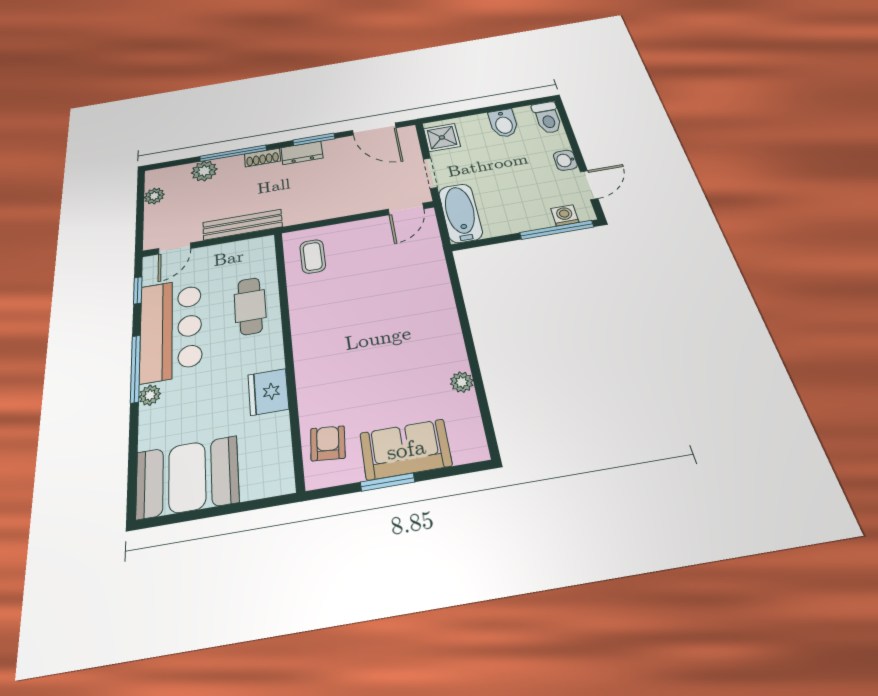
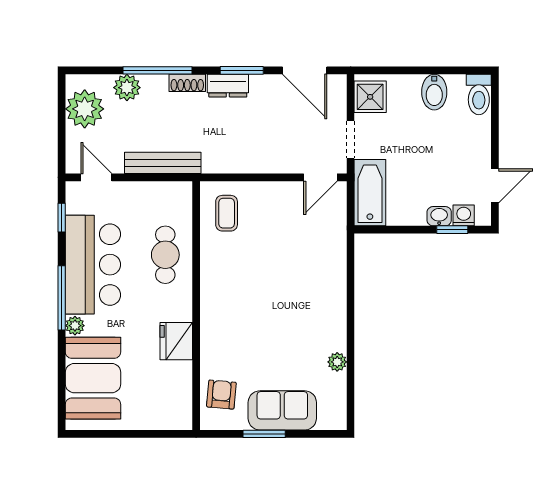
washbasin: (565, 160) -> (439, 216), moved, turned 90
plant: (154, 196) -> (85, 109), width x1.88, depth x1.88
window: (557, 230) -> (452, 230), width x0.46
door: (175, 249) -> (96, 177), swing flipped
booth: (187, 477) -> (93, 378), moved, turned 90

